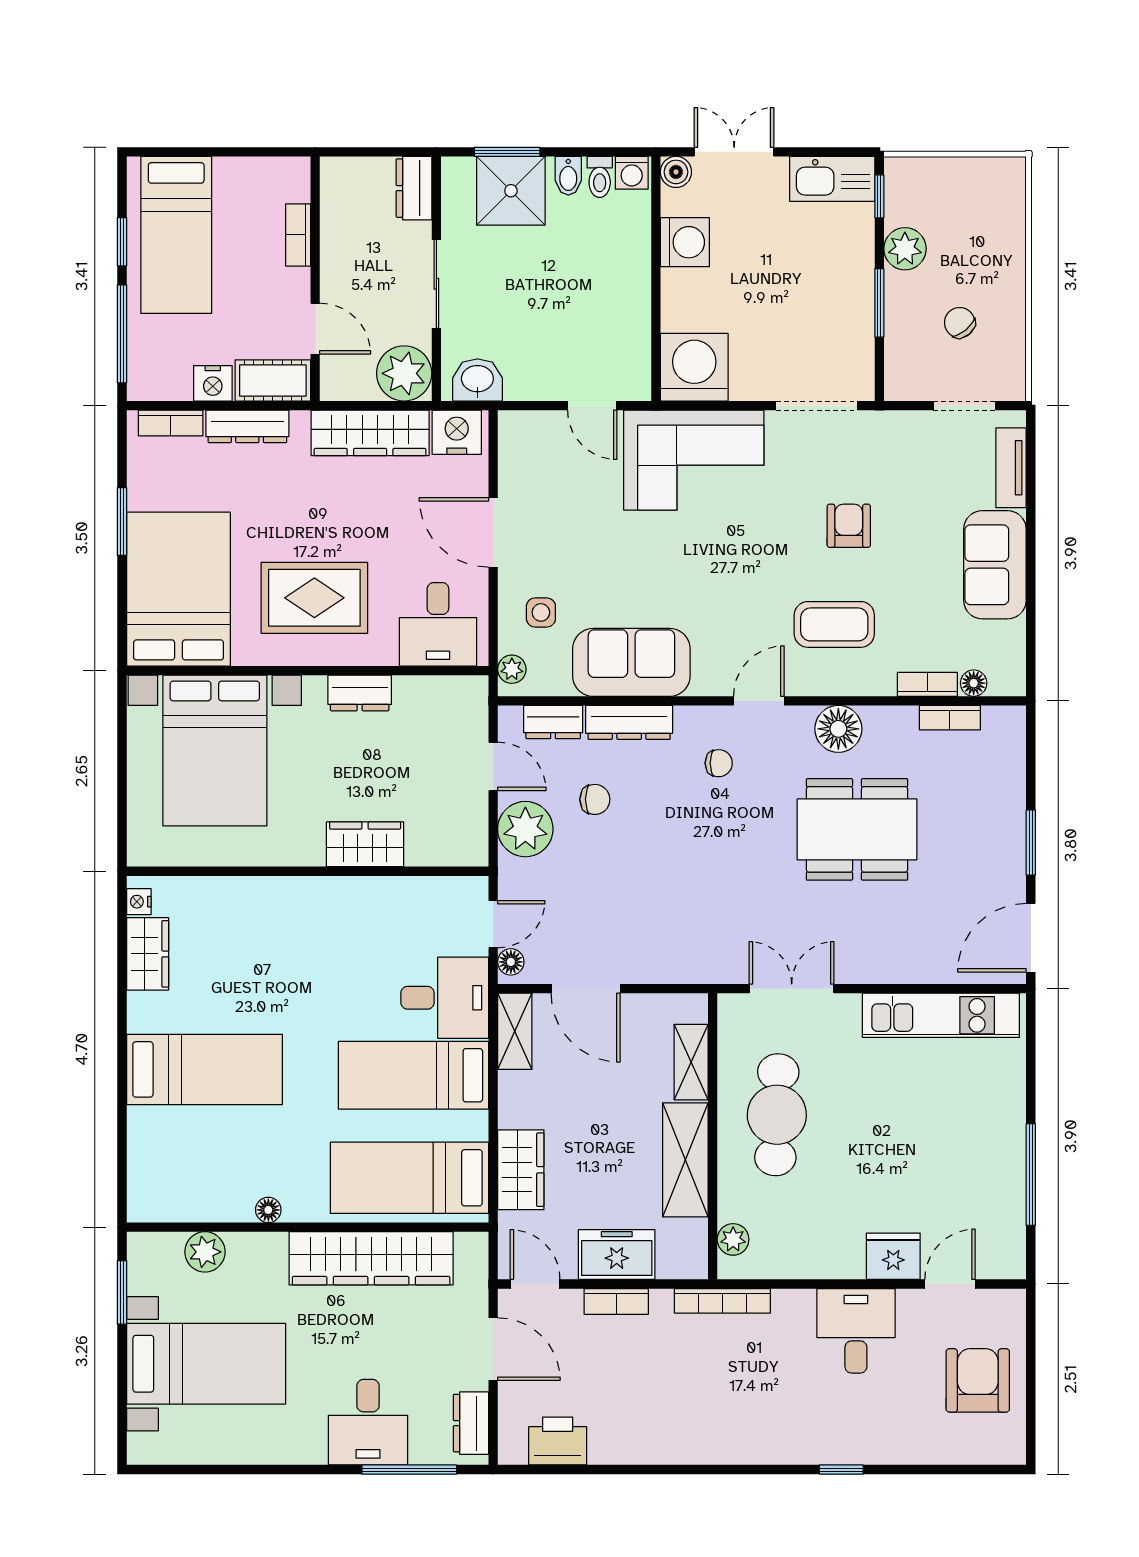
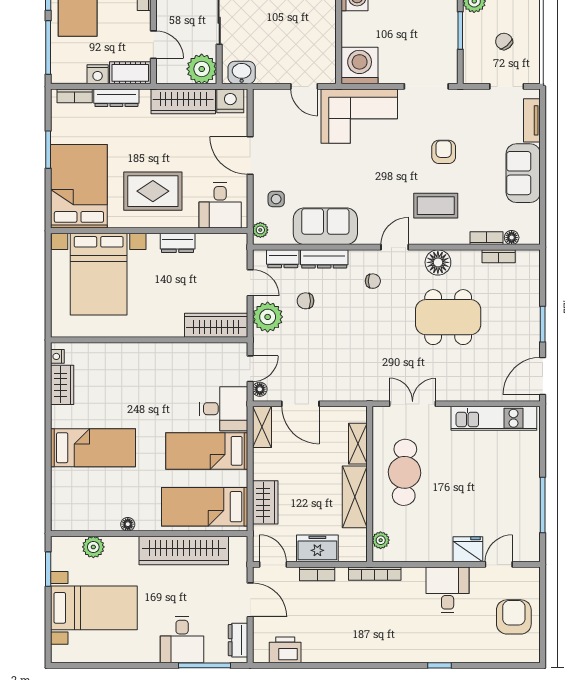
chair: (595, 799) -> (305, 301), turned 180
wardrobe: (365, 844) -> (216, 325), moved, width x1.50

